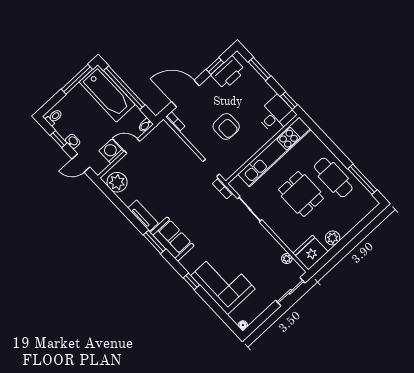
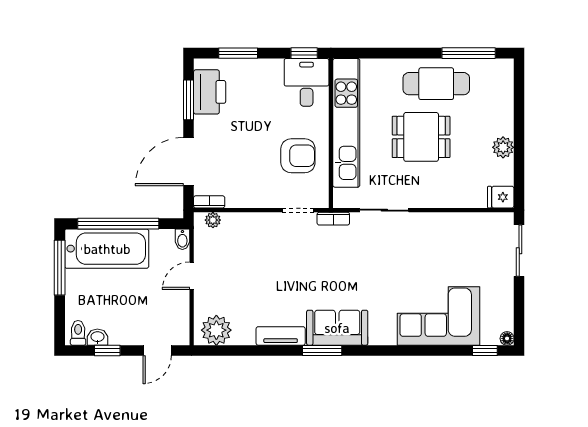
window: (215, 66) -> (188, 100), width x1.50
armchair: (226, 126) -> (298, 156), moved
washbasin: (73, 141) -> (97, 337), moved
washing machine: (111, 151) -> (176, 304), removed
fridge: (310, 253) -> (501, 197), width x0.53, depth x0.75
plant: (287, 259) -> (213, 220), moved
window: (191, 281) -> (485, 350), moved

